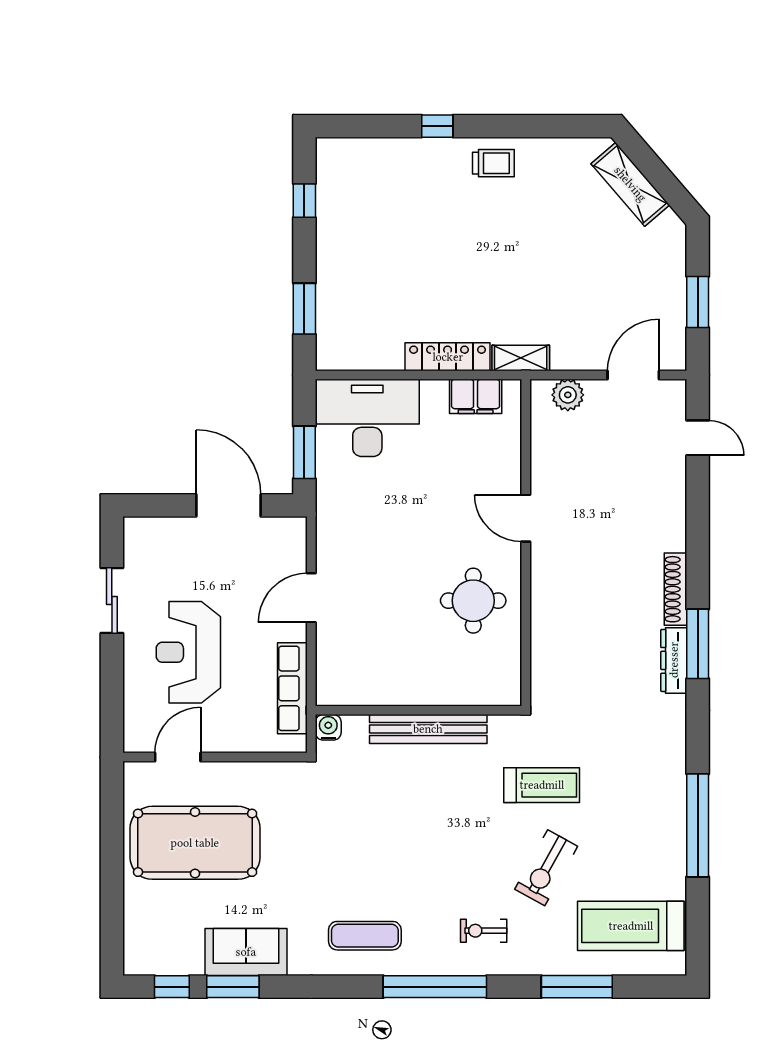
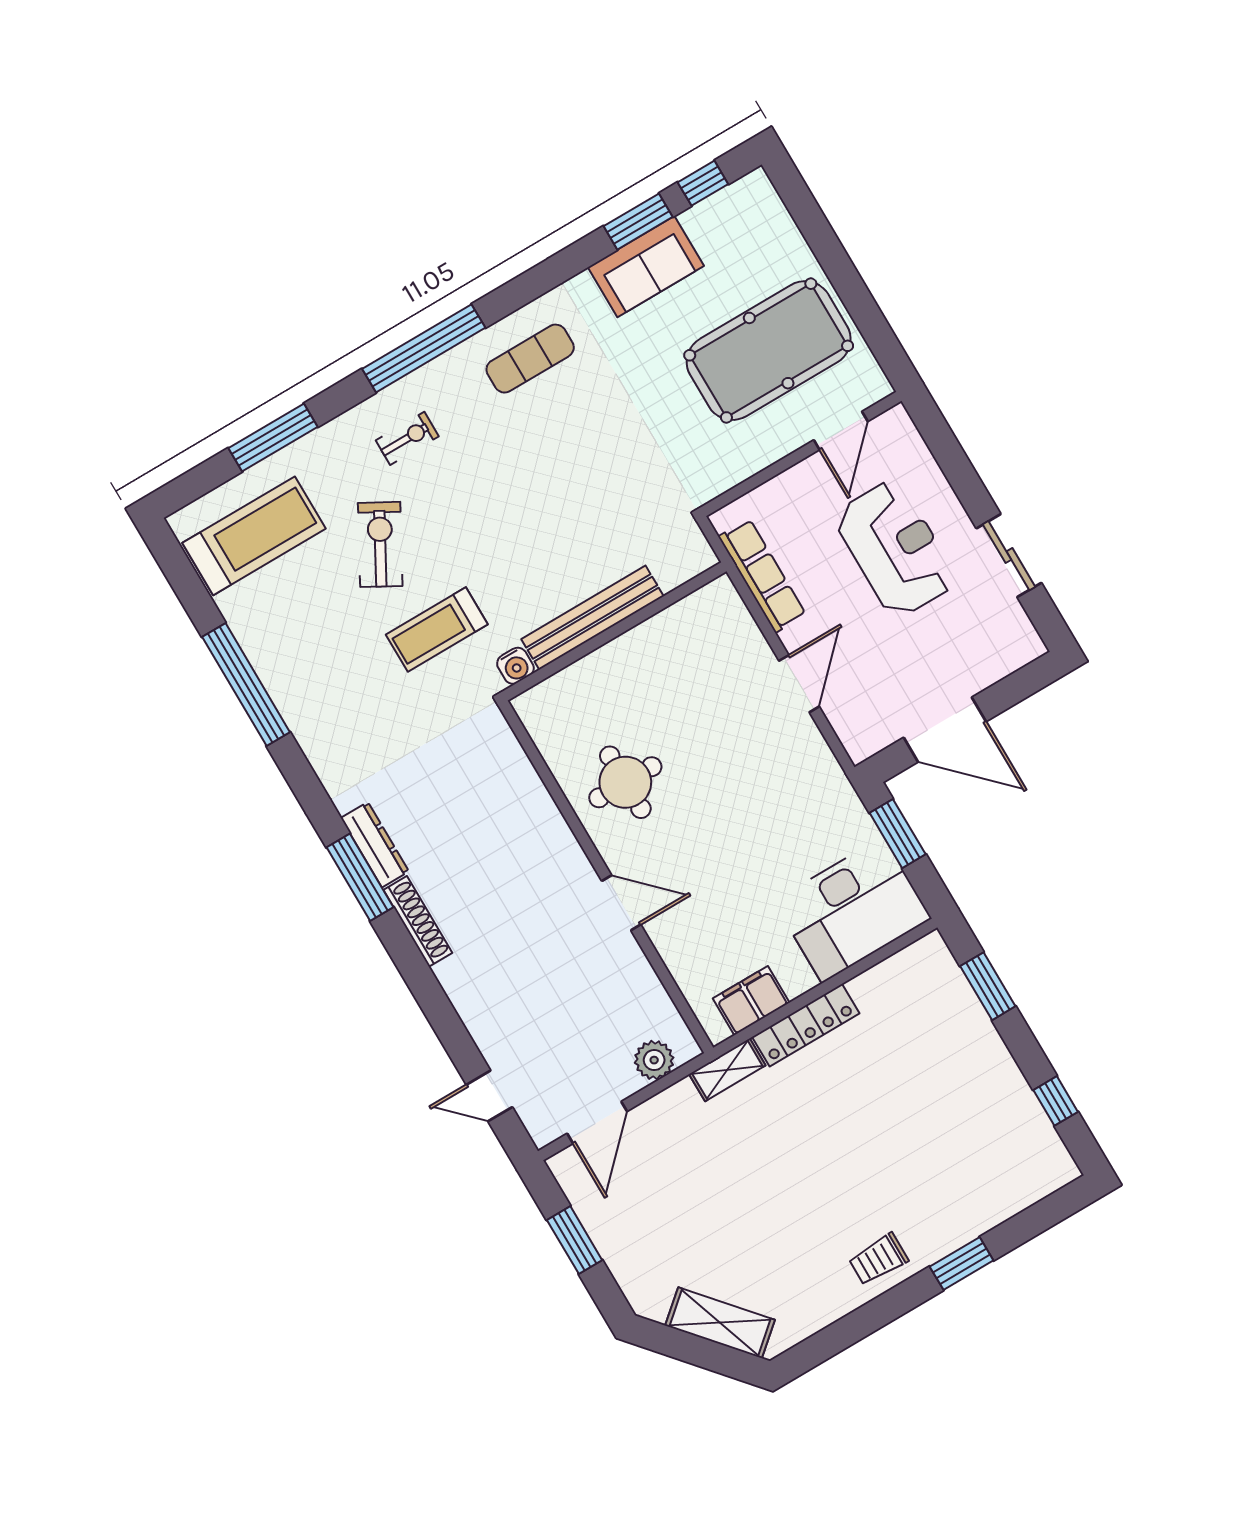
window: (437, 126) -> (962, 1263), width x1.50
water cooler: (328, 727) -> (515, 666), moved

